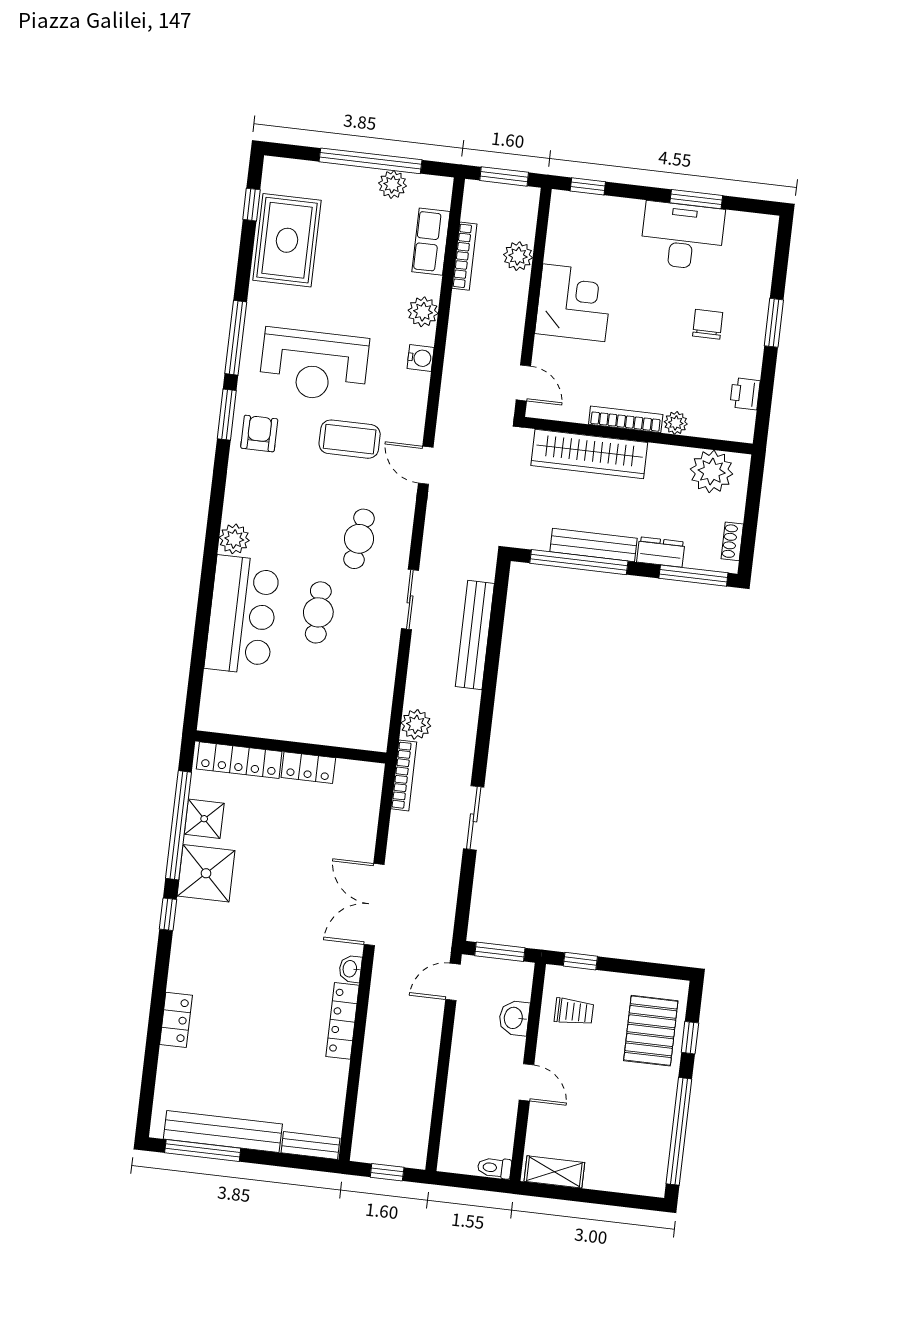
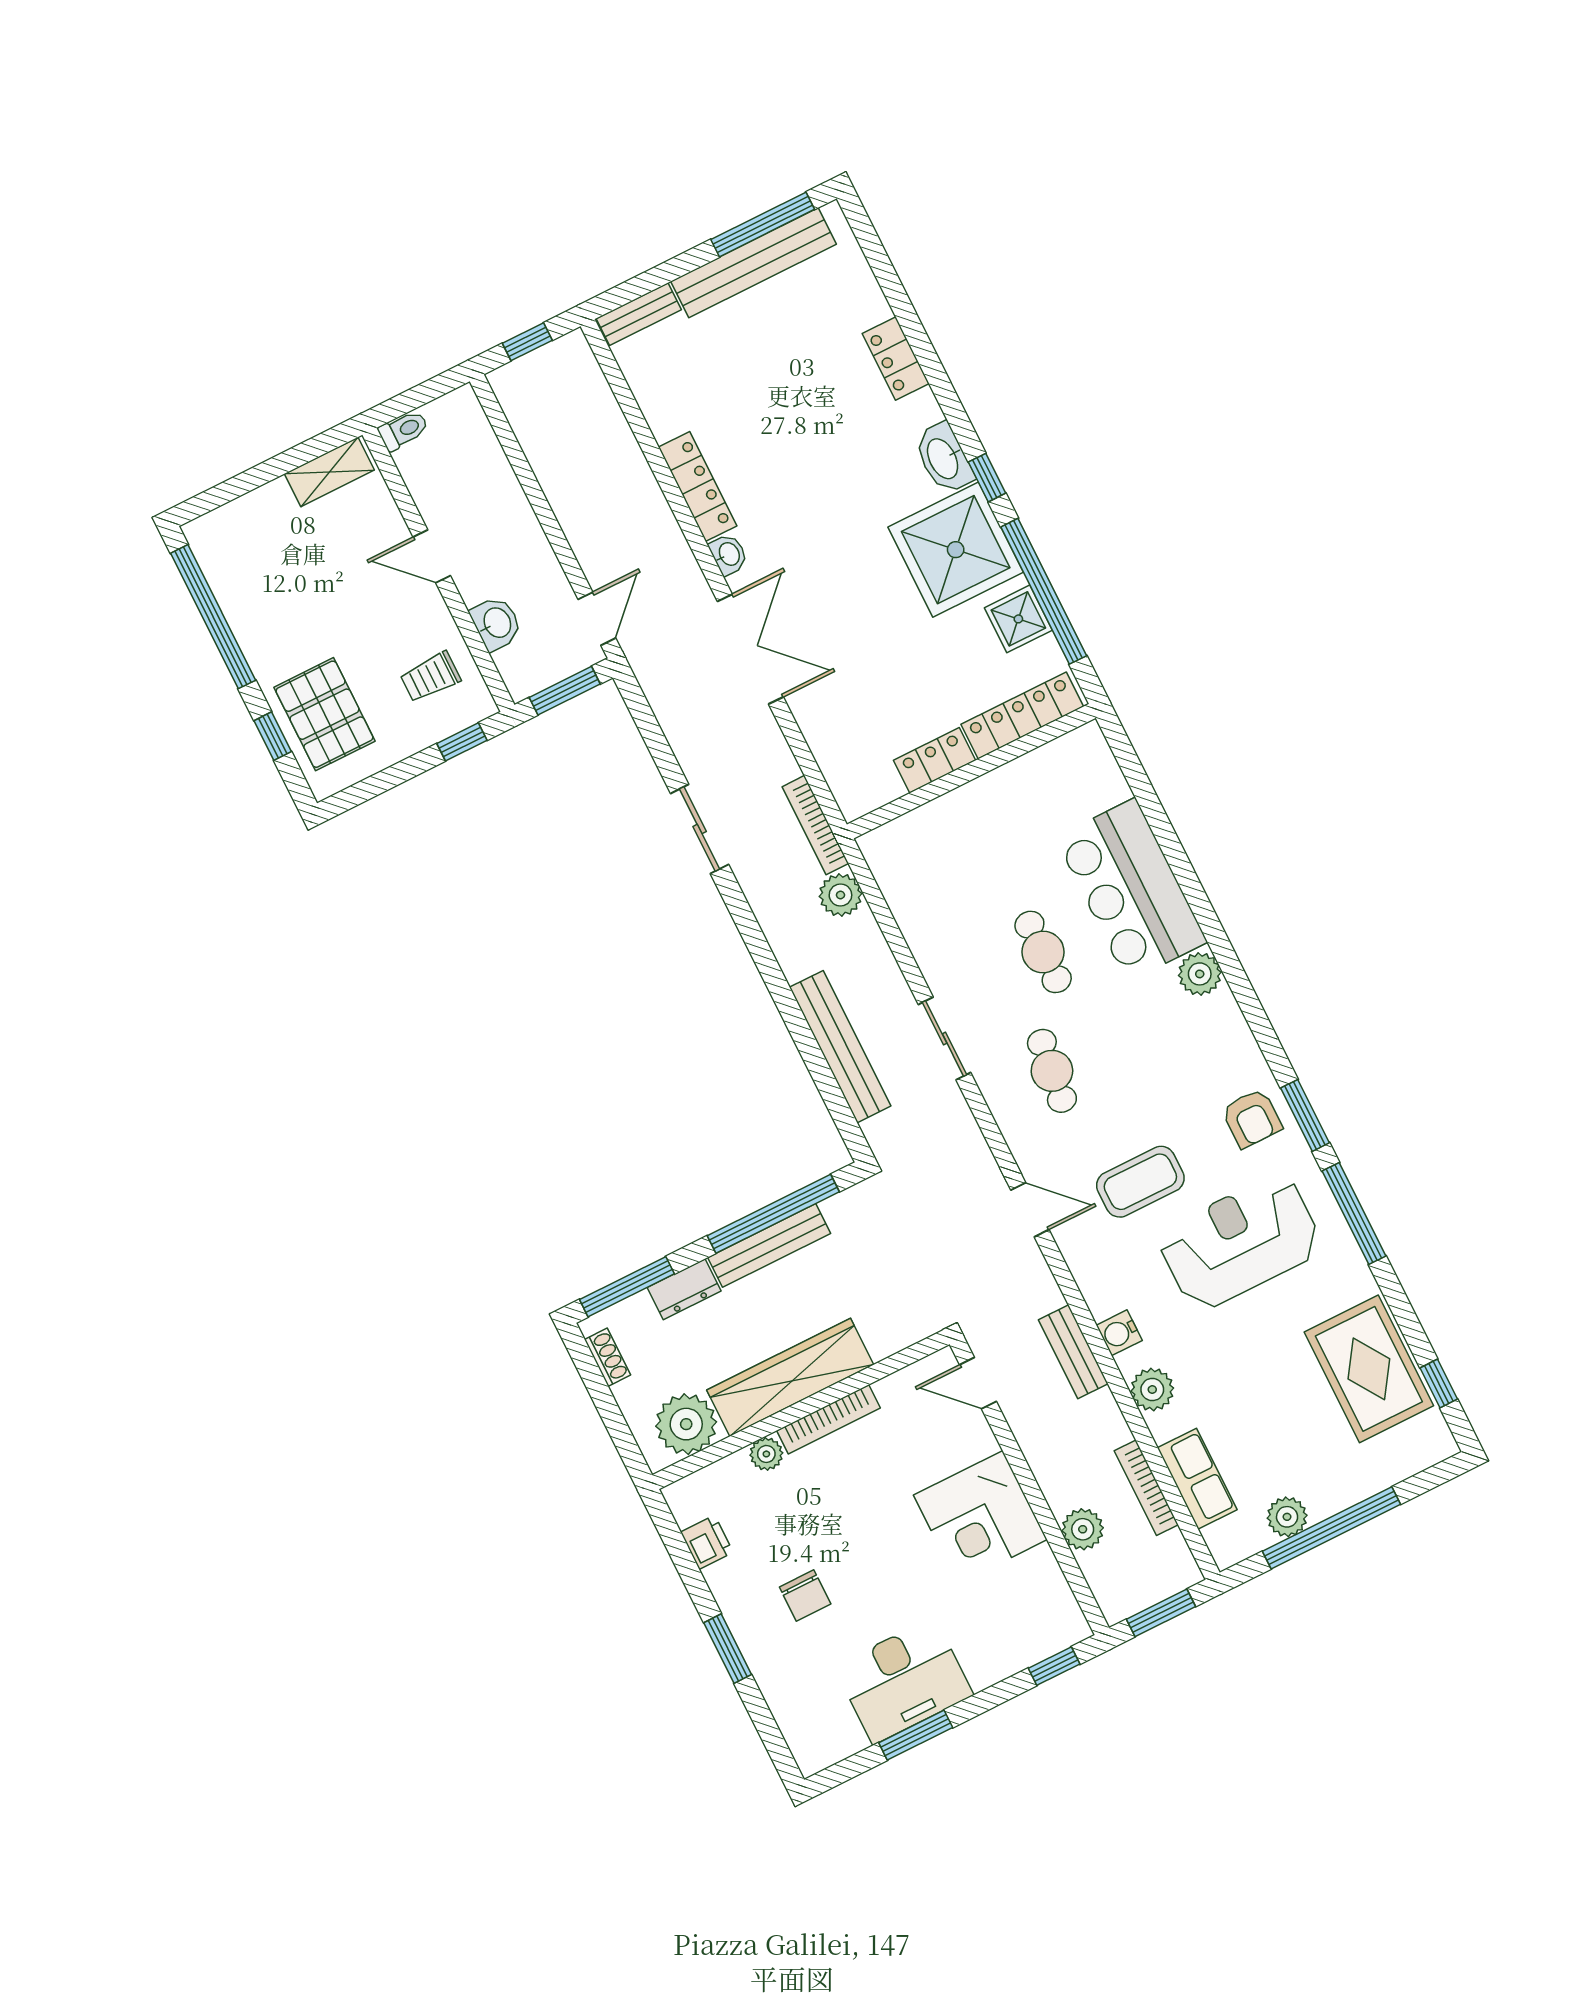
bench: (455, 365) -> (1073, 1352), added
wardrobe: (589, 454) -> (790, 1377), moved
shower: (206, 873) -> (956, 550), width x1.37, depth x1.37
washbasin: (186, 943) -> (944, 458), added

